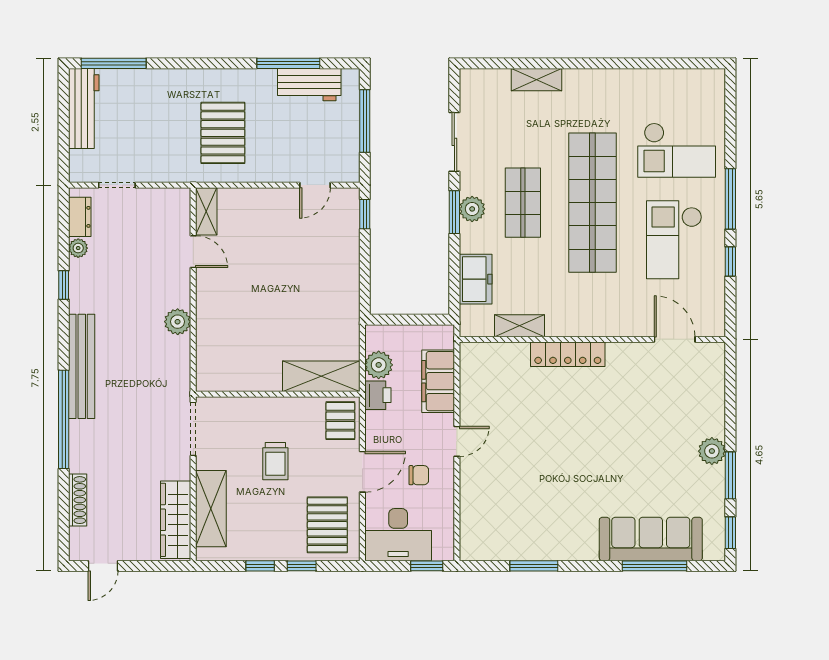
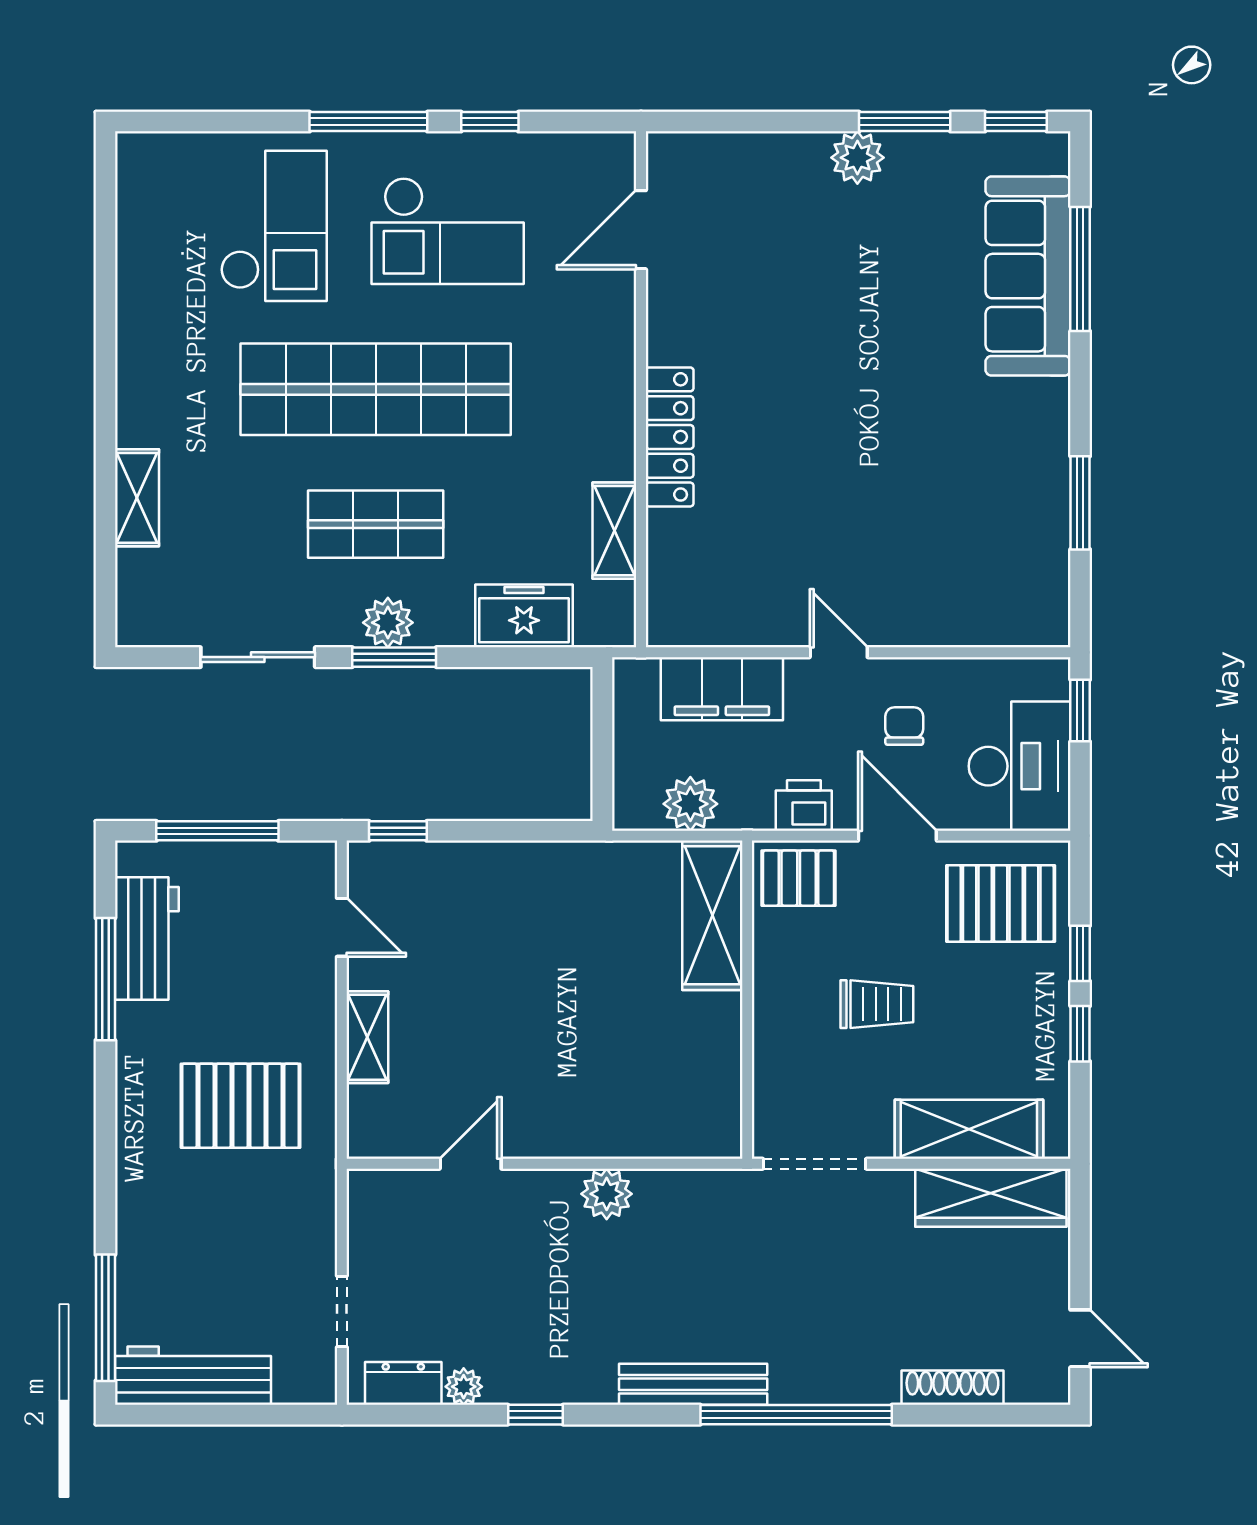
shelving: (206, 211) -> (367, 1037), moved, turned 90
bench: (82, 366) -> (693, 1384), width x0.73, depth x0.82
printer: (378, 395) -> (804, 805), moved

